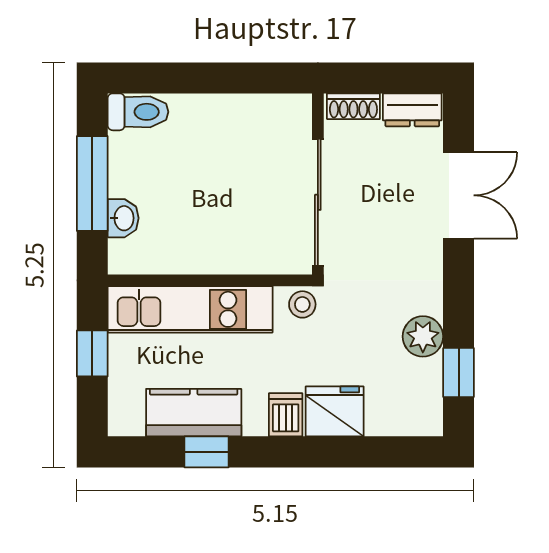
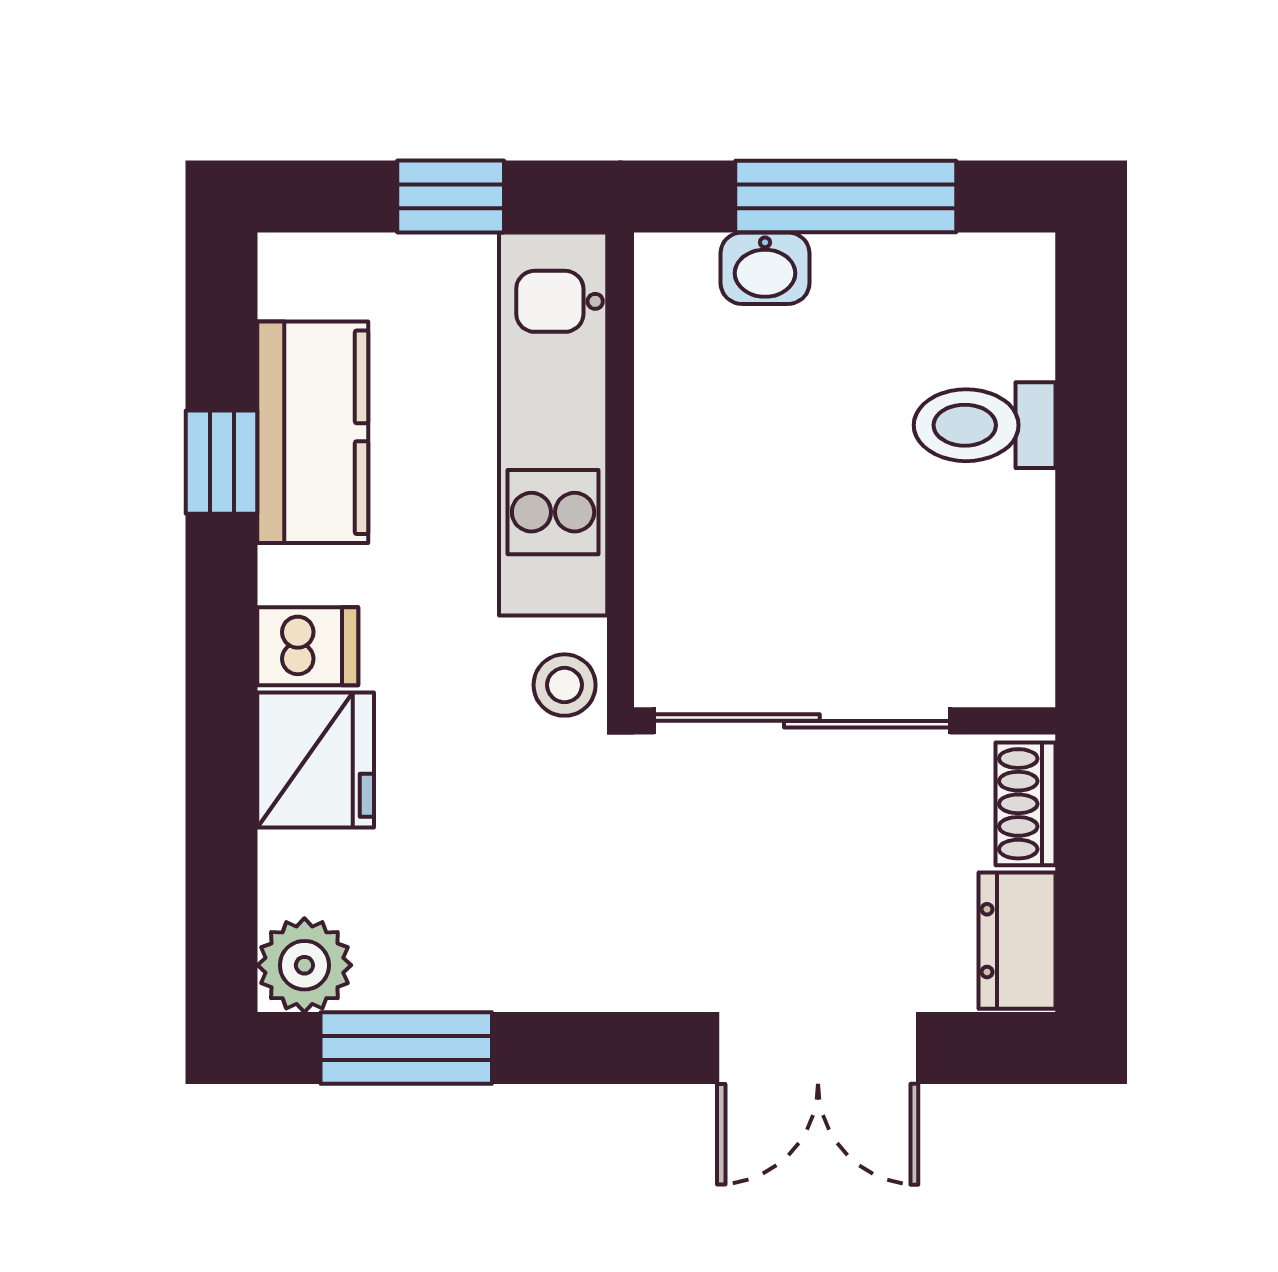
toilet: (138, 112) -> (985, 425), moved, turned 90
plant: (423, 336) -> (304, 965), moved
window: (459, 372) -> (406, 1048), width x1.50

